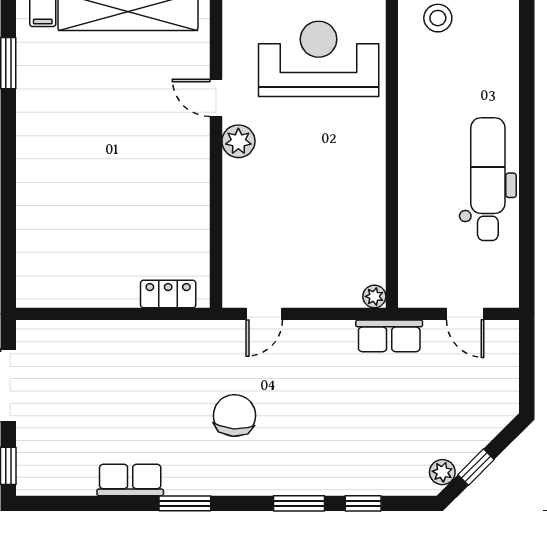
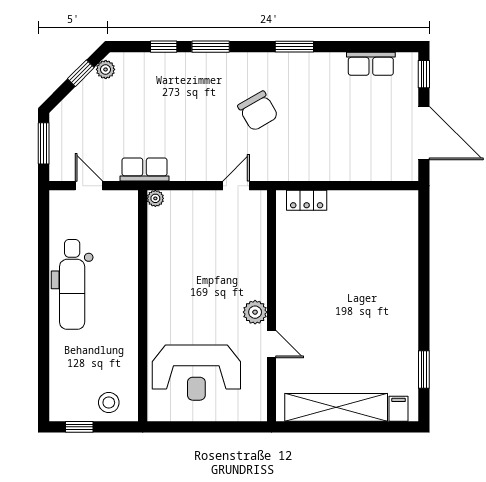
window: (527, 371) -> (44, 143), added
chair: (234, 416) -> (258, 111), turned -34
row of seats: (130, 480) -> (371, 64), moved

